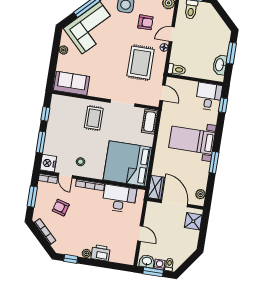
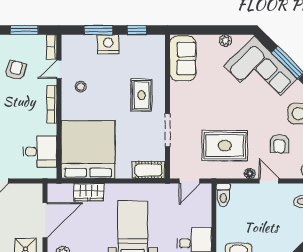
rug: (94, 118) -> (141, 95), turned 90
nightstand: (48, 163) -> (108, 44), moved
wardrobe: (156, 187) -> (89, 192), moved
desk: (119, 199) -> (40, 152), width x0.73

